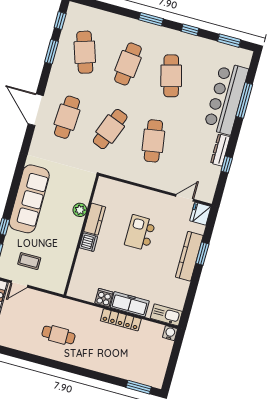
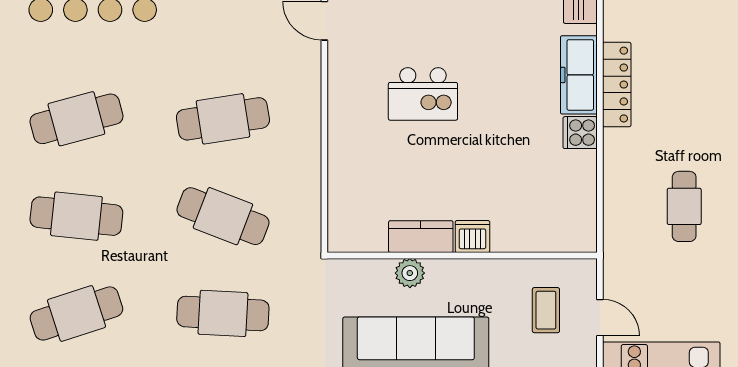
plant: (80, 210) -> (410, 273), moved
kitchen counter: (95, 219) -> (421, 237), moved
wall: (81, 235) -> (462, 256), moved
dishwasher: (88, 242) -> (472, 237), moved

